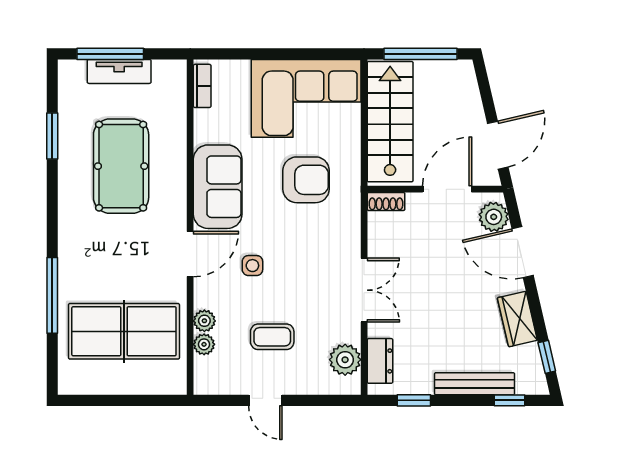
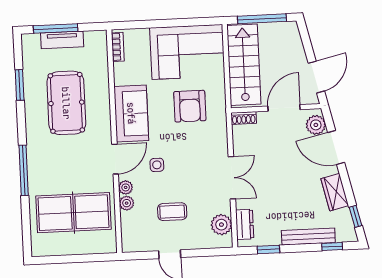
armchair: (306, 180) -> (190, 106), turned 90
window: (52, 295) -> (24, 170), moved
plant: (204, 344) -> (126, 187), moved

